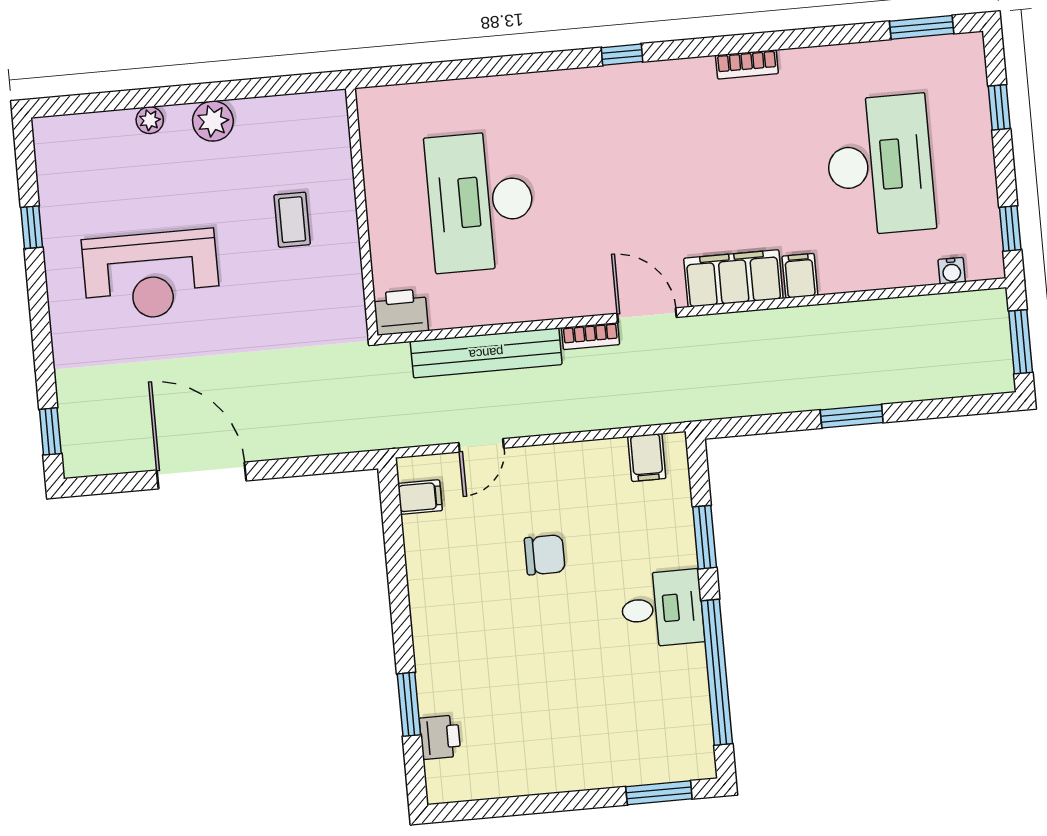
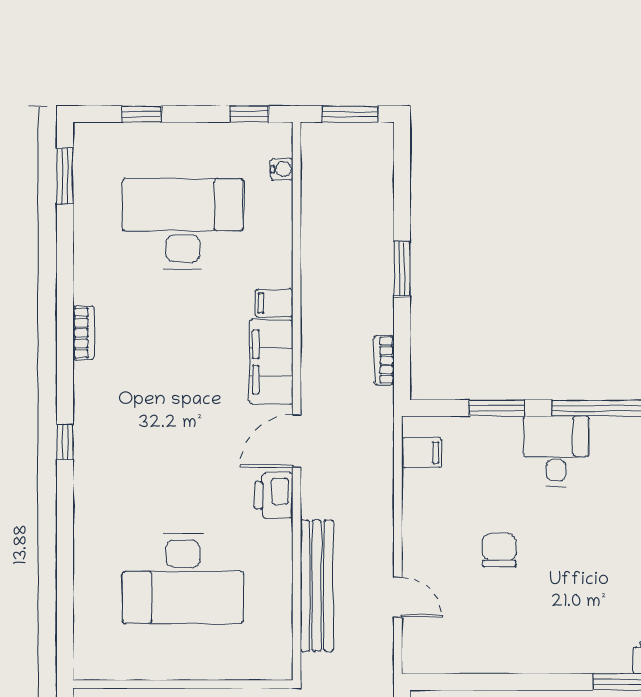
printer: (401, 312) -> (274, 495), moved
bookcase: (590, 336) -> (384, 360), moved, turned 180
filing cabinet: (420, 497) -> (438, 655), removed

